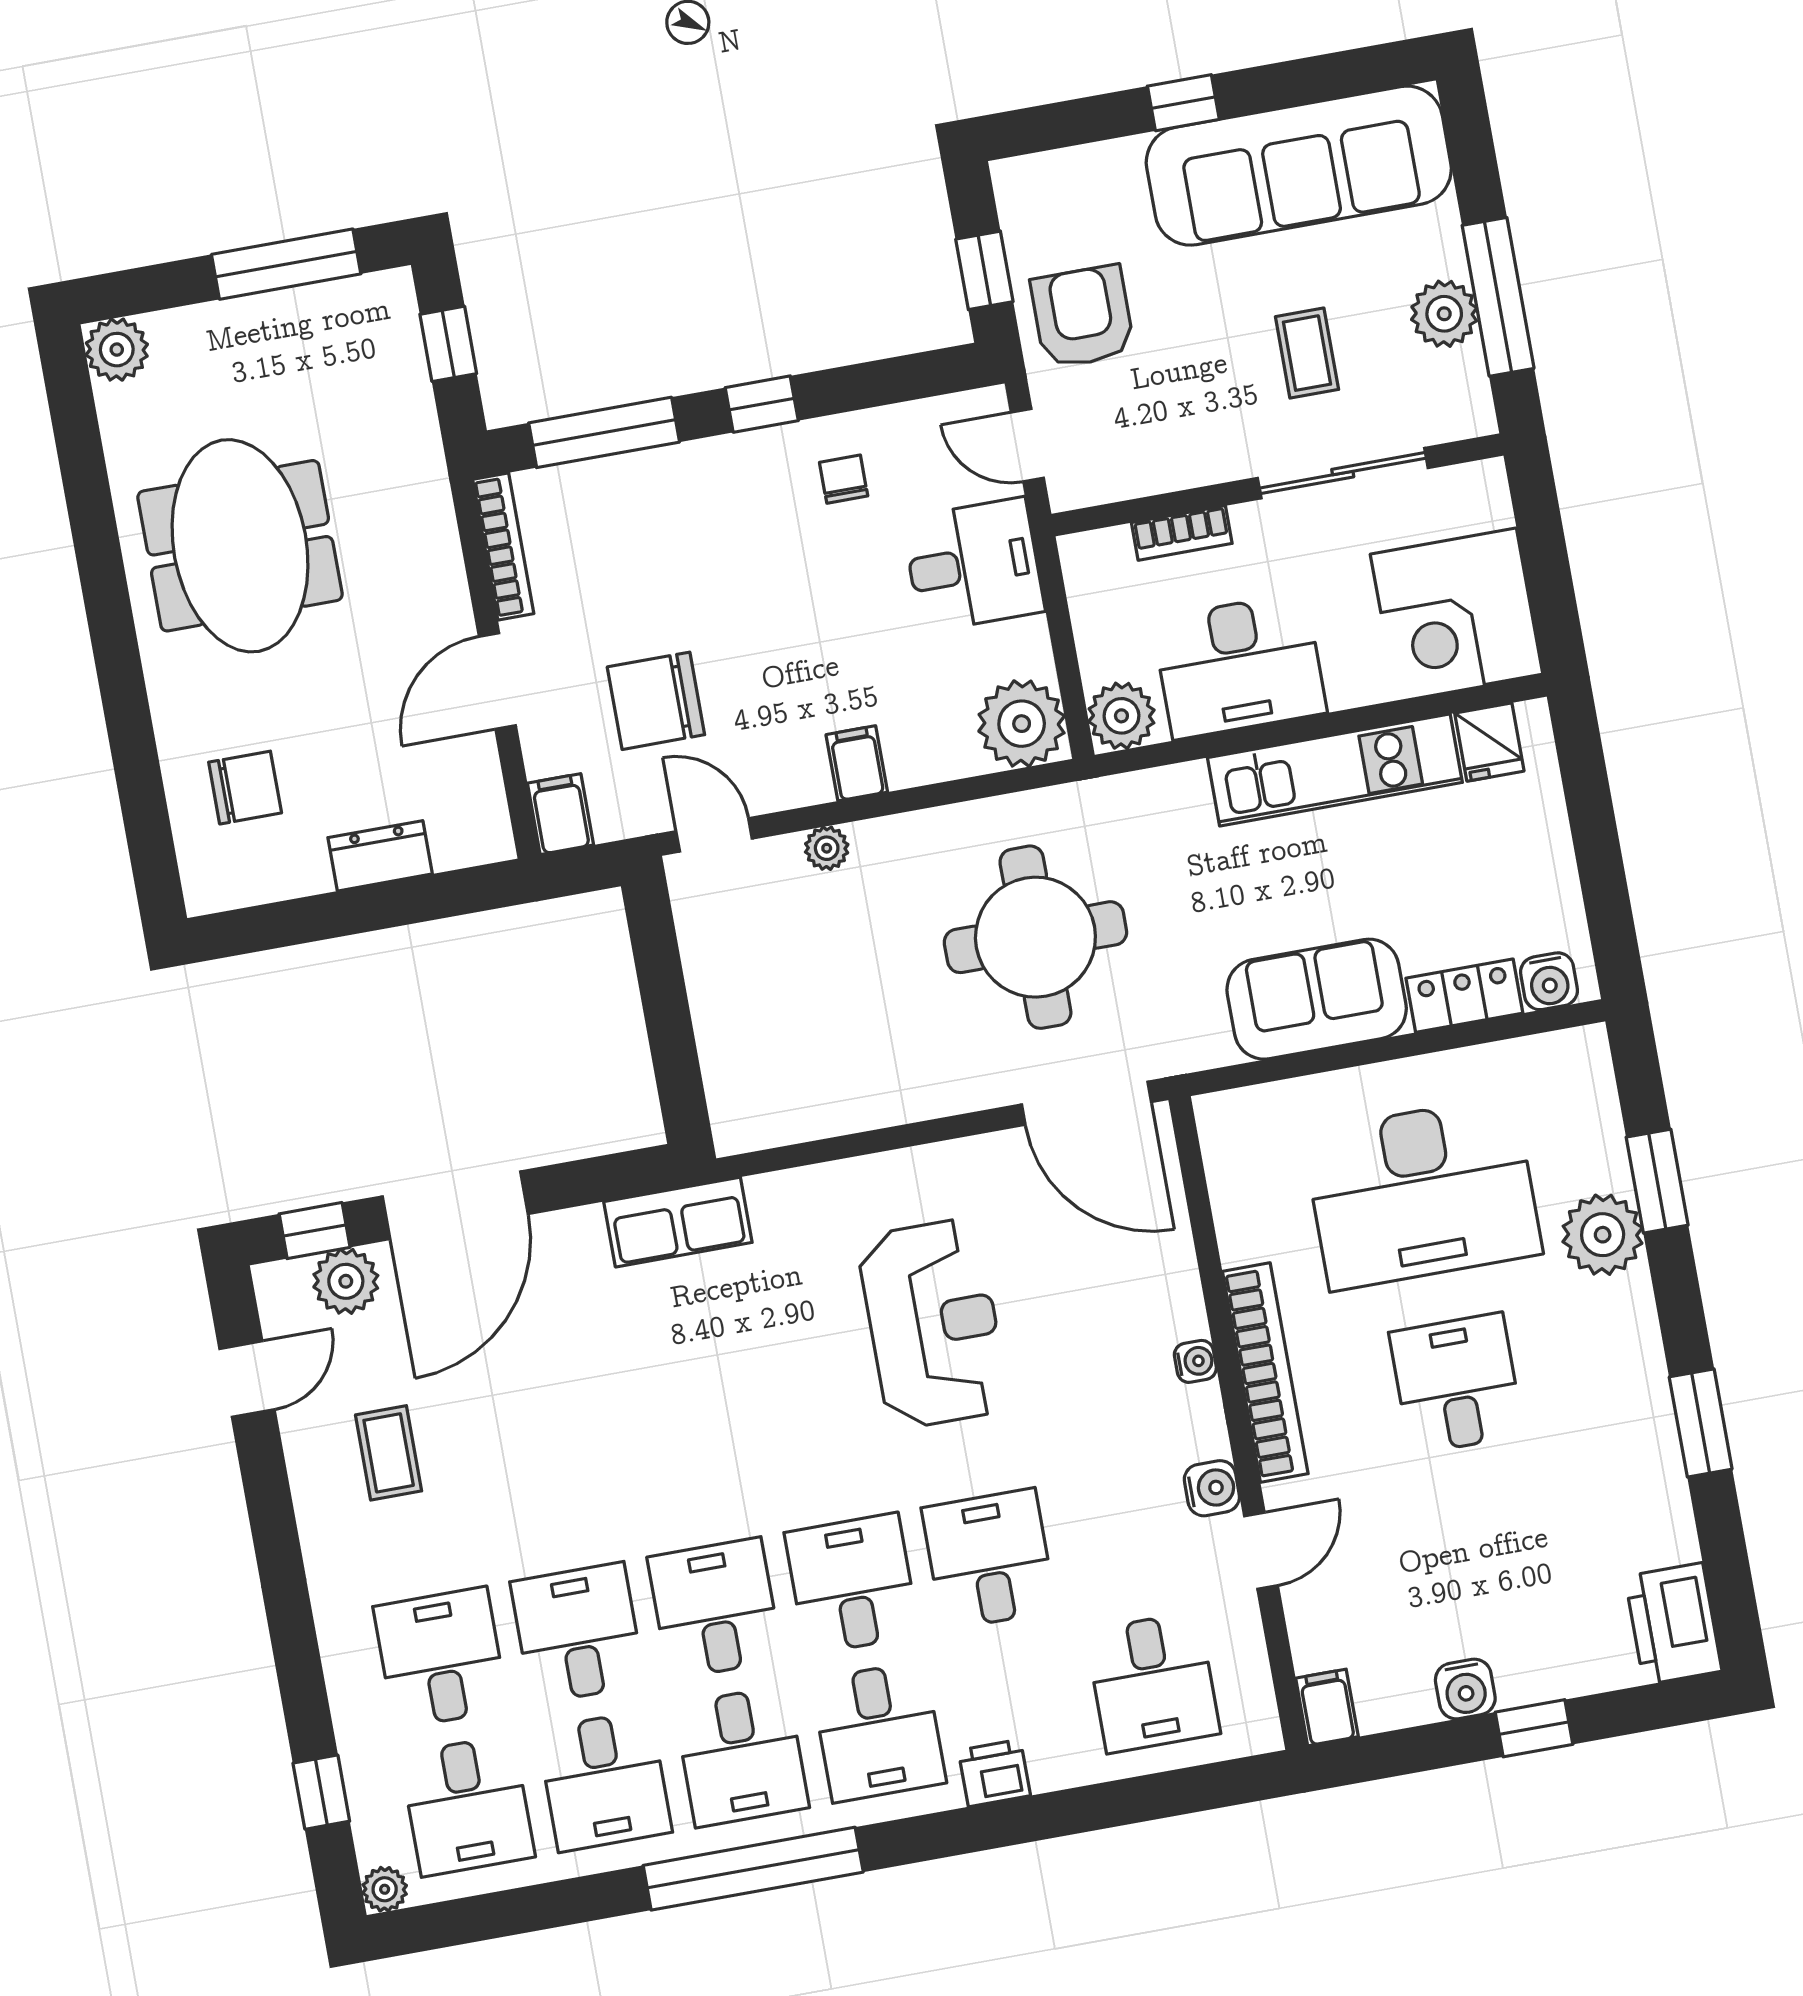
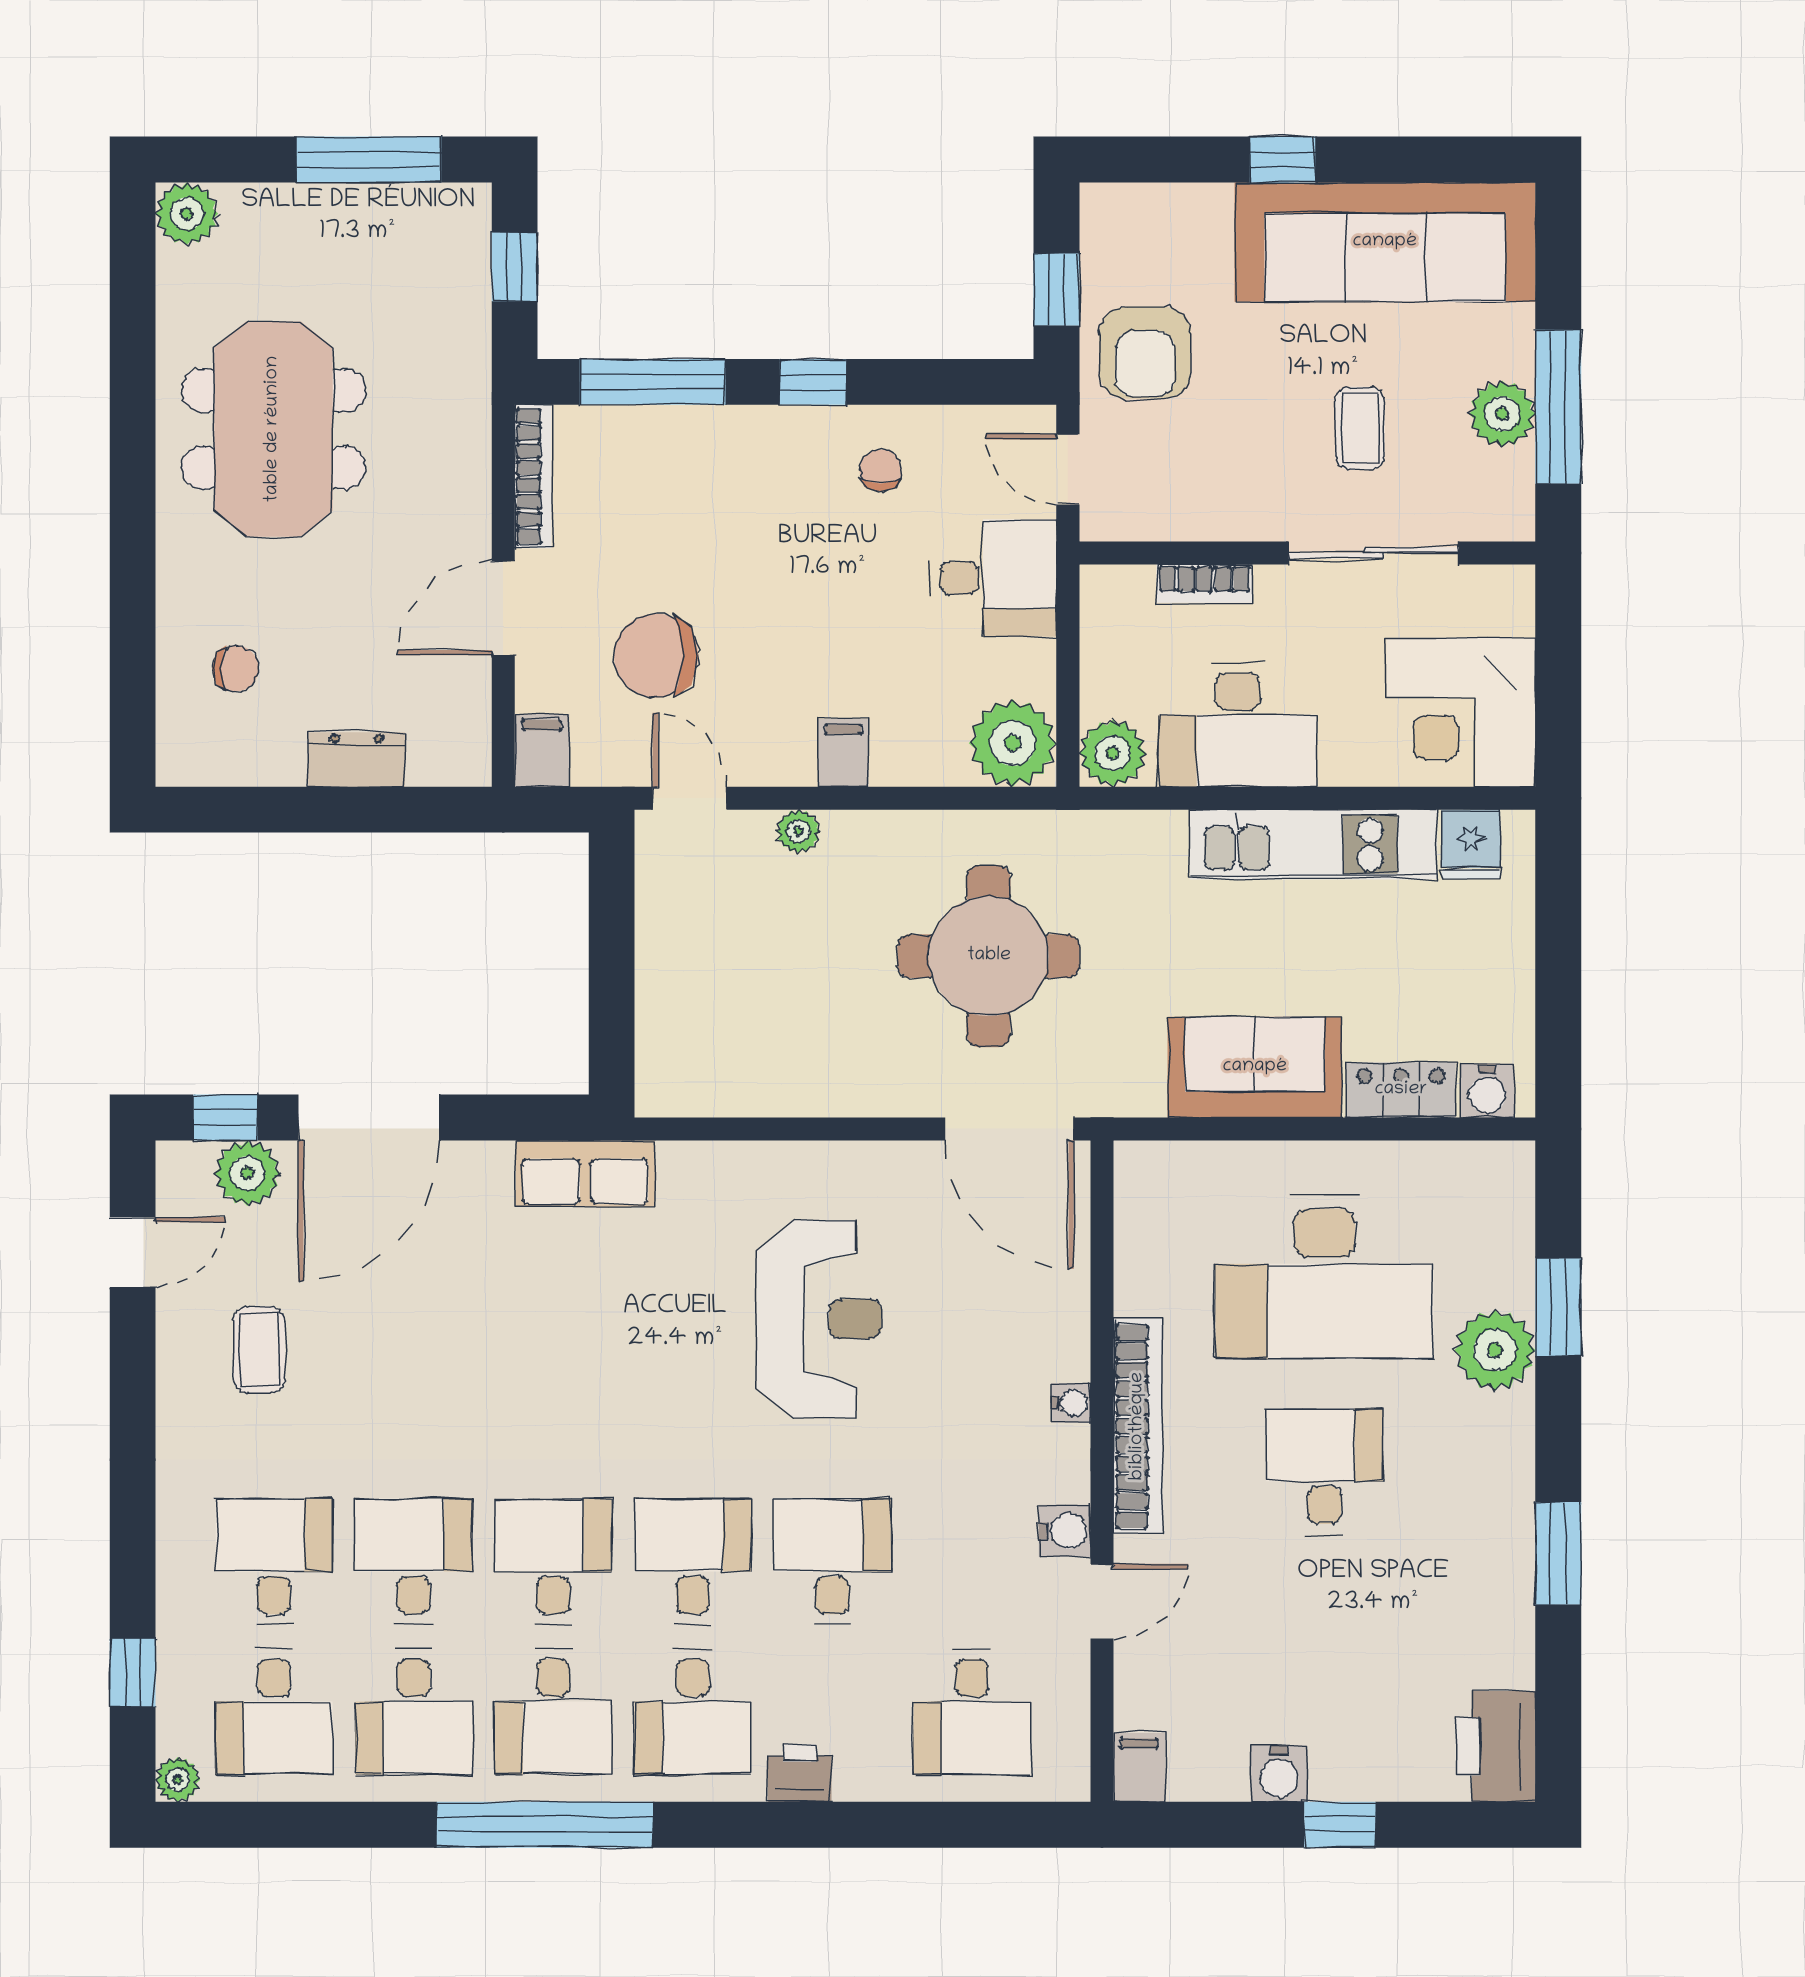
armchair: (1083, 317) -> (1145, 353), turned 180
chair: (245, 788) -> (236, 668), width x0.73, depth x0.73

